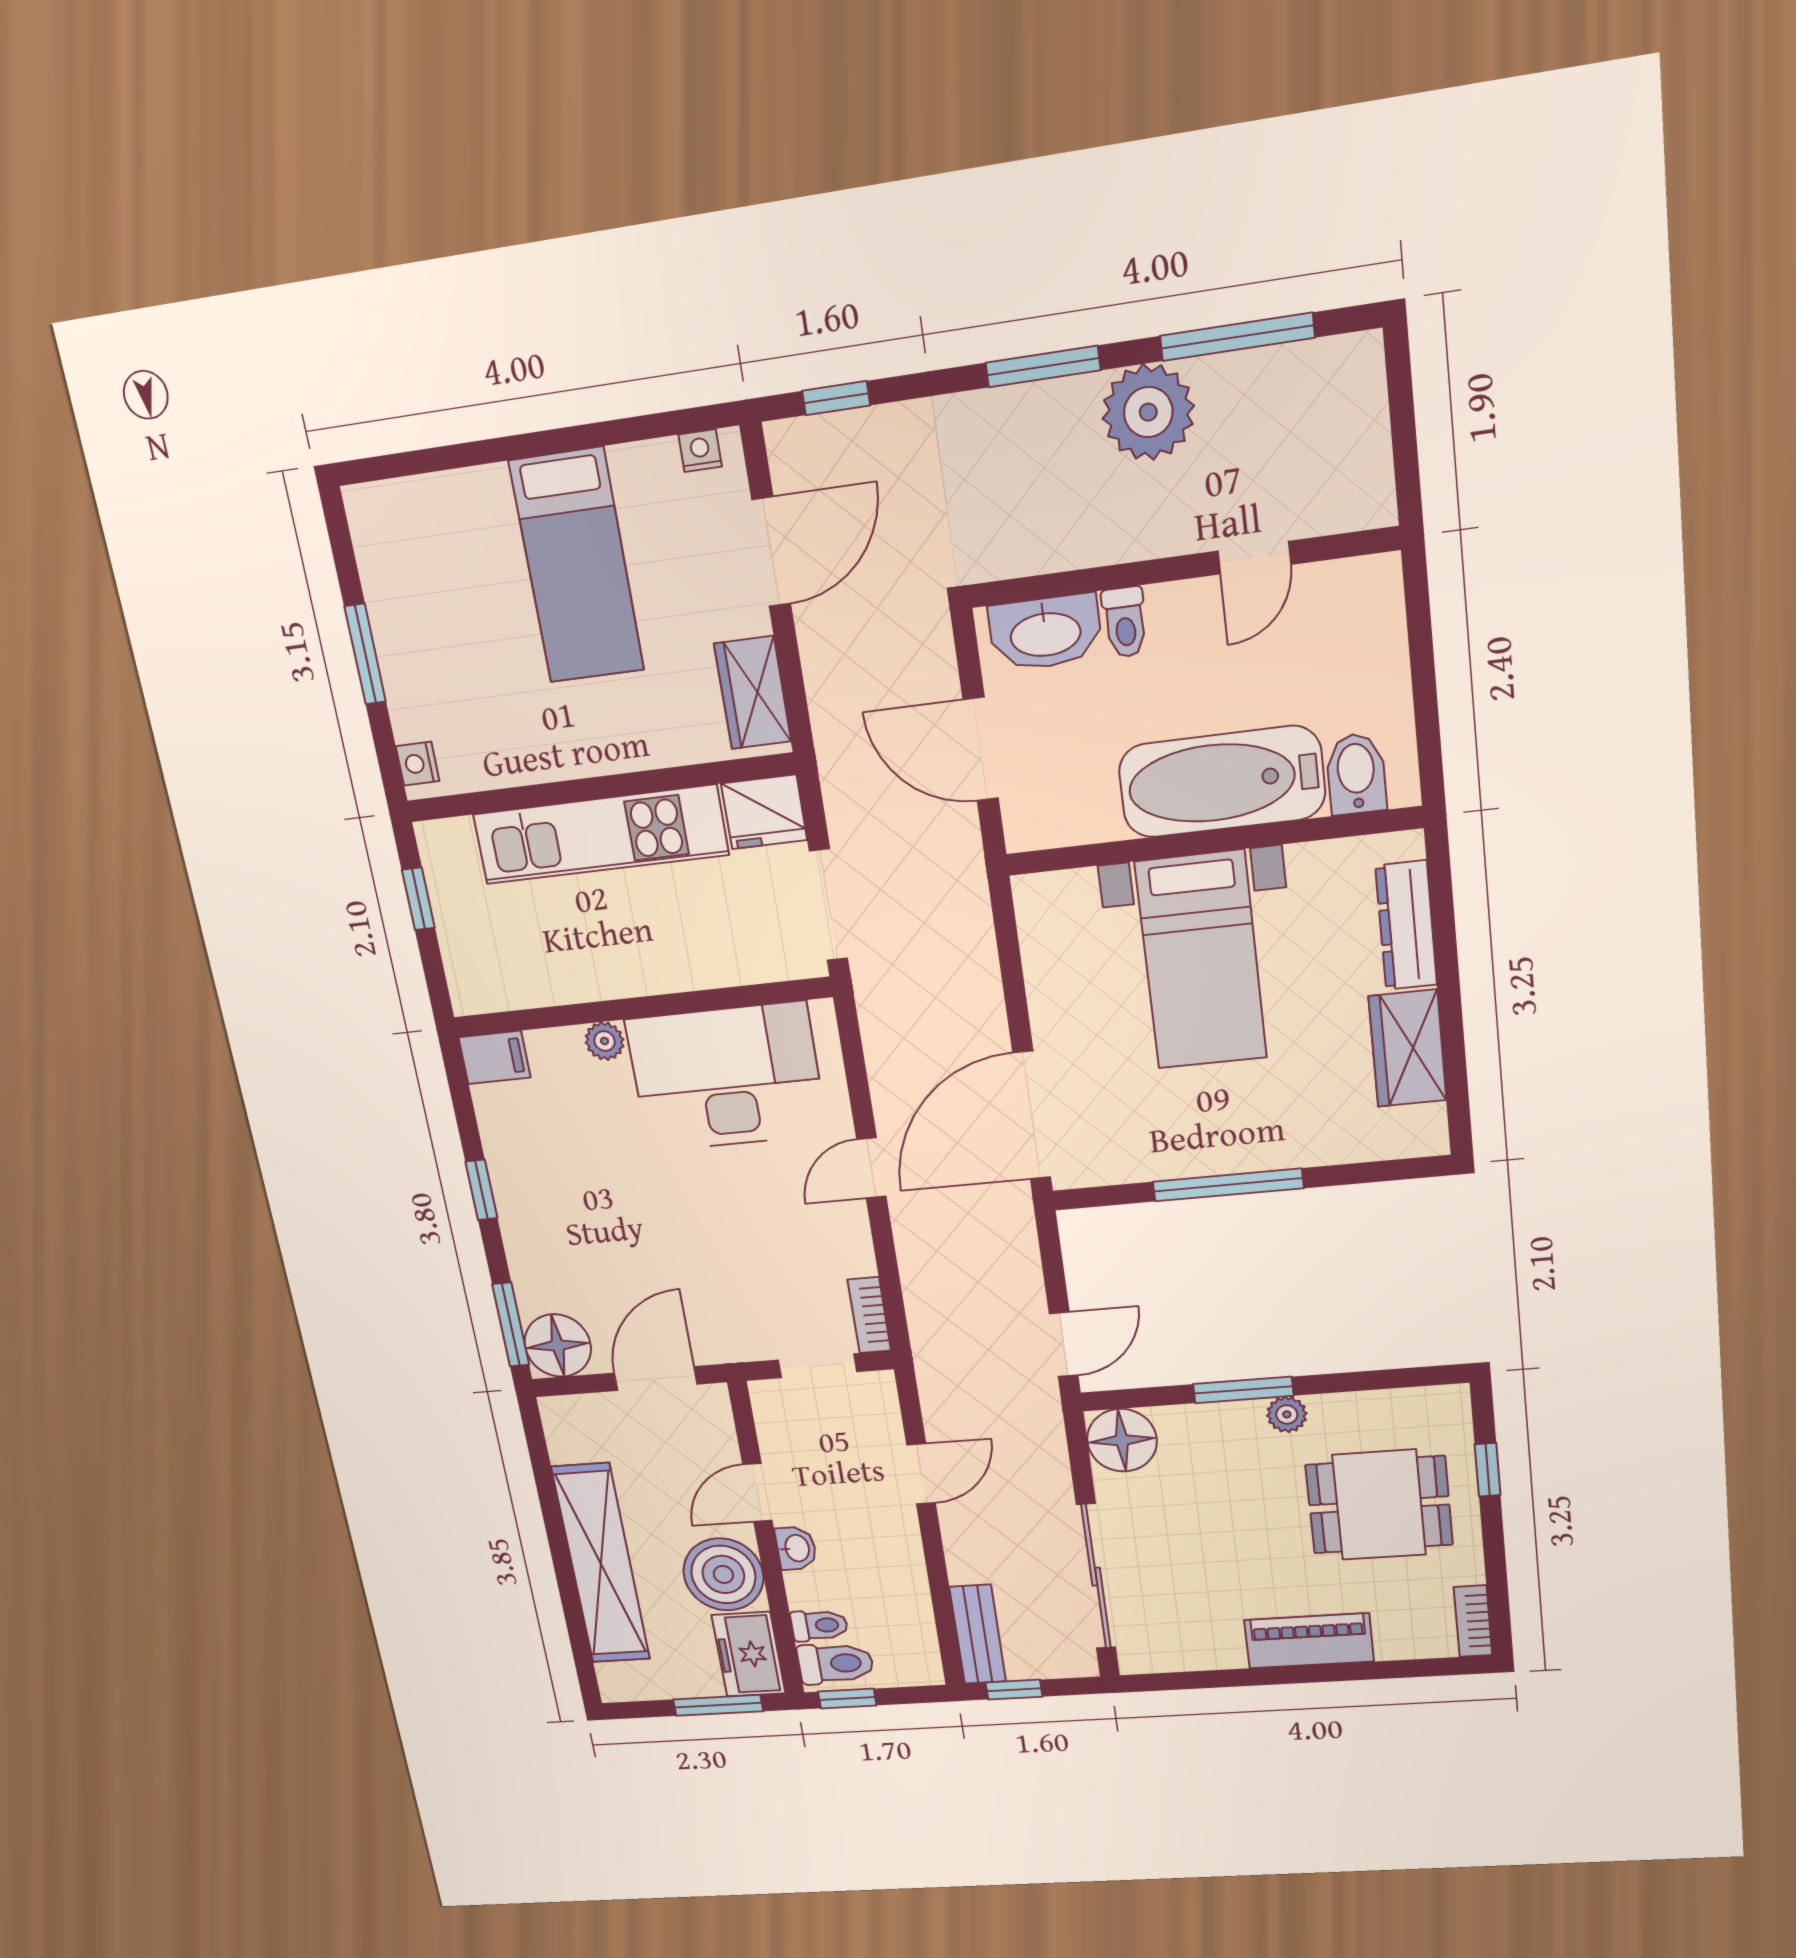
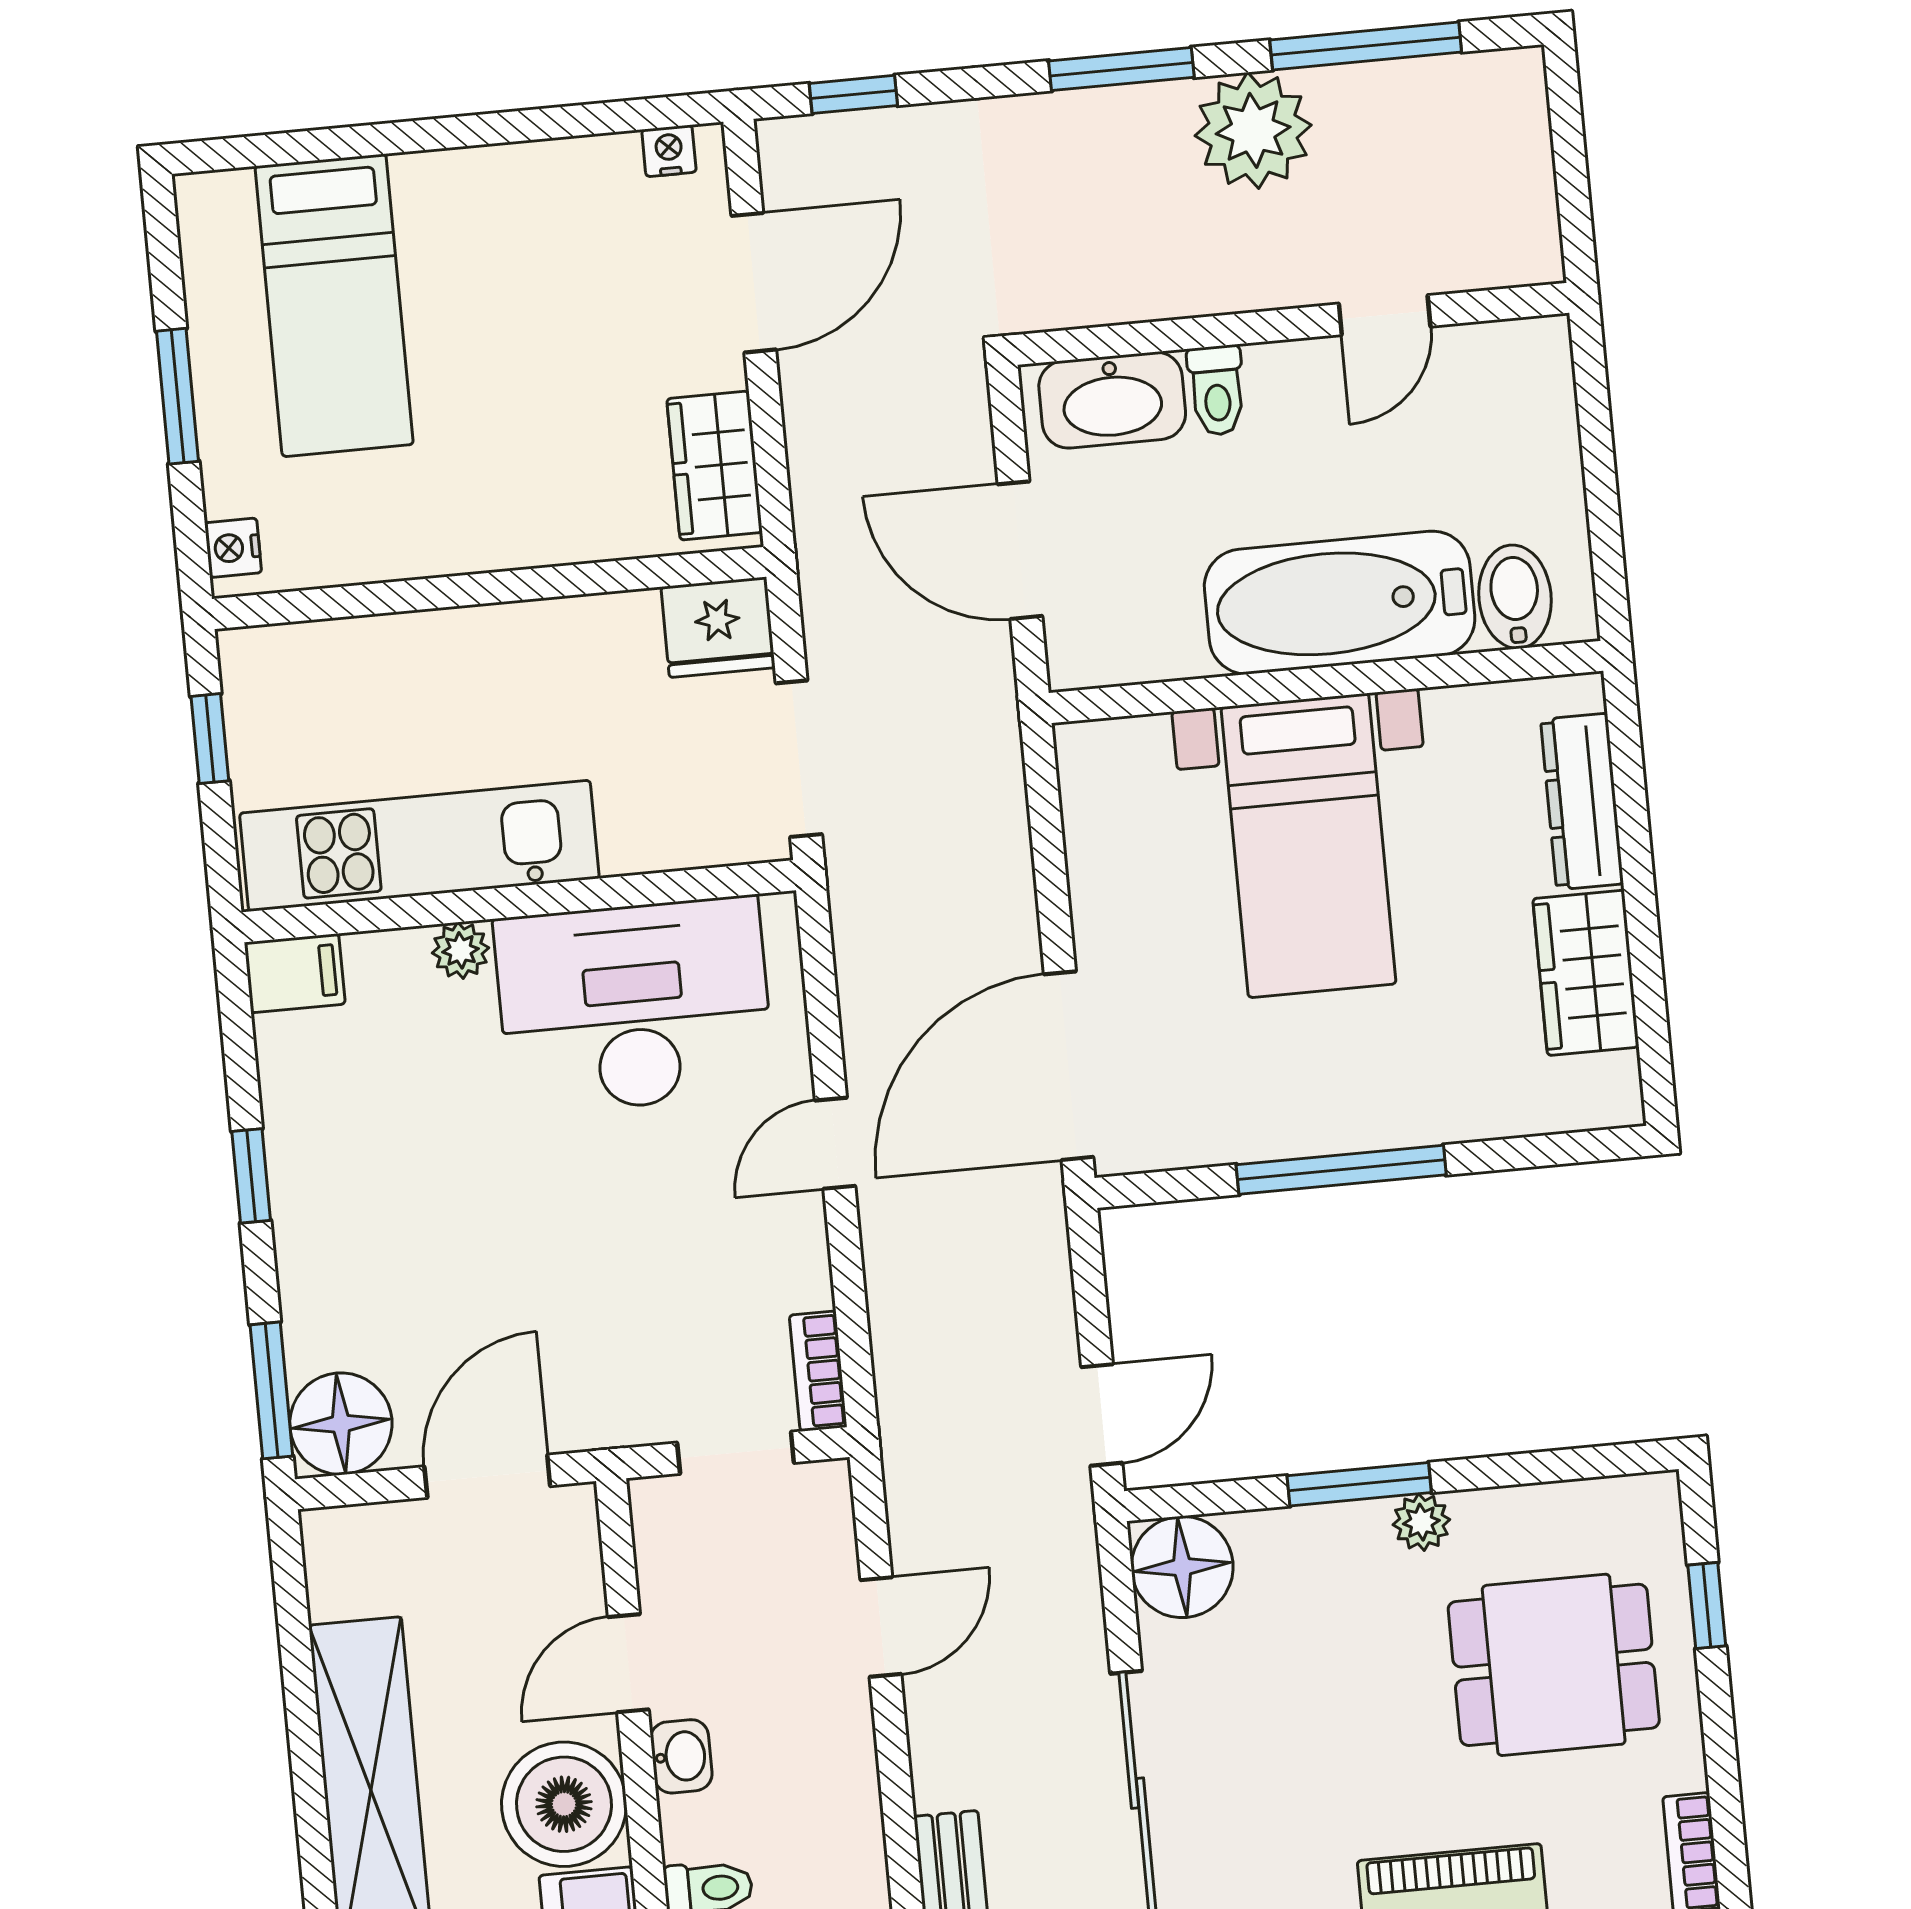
bed: (577, 566) -> (334, 305), moved
kitchen unit: (600, 835) -> (419, 846), moved, turned 180

